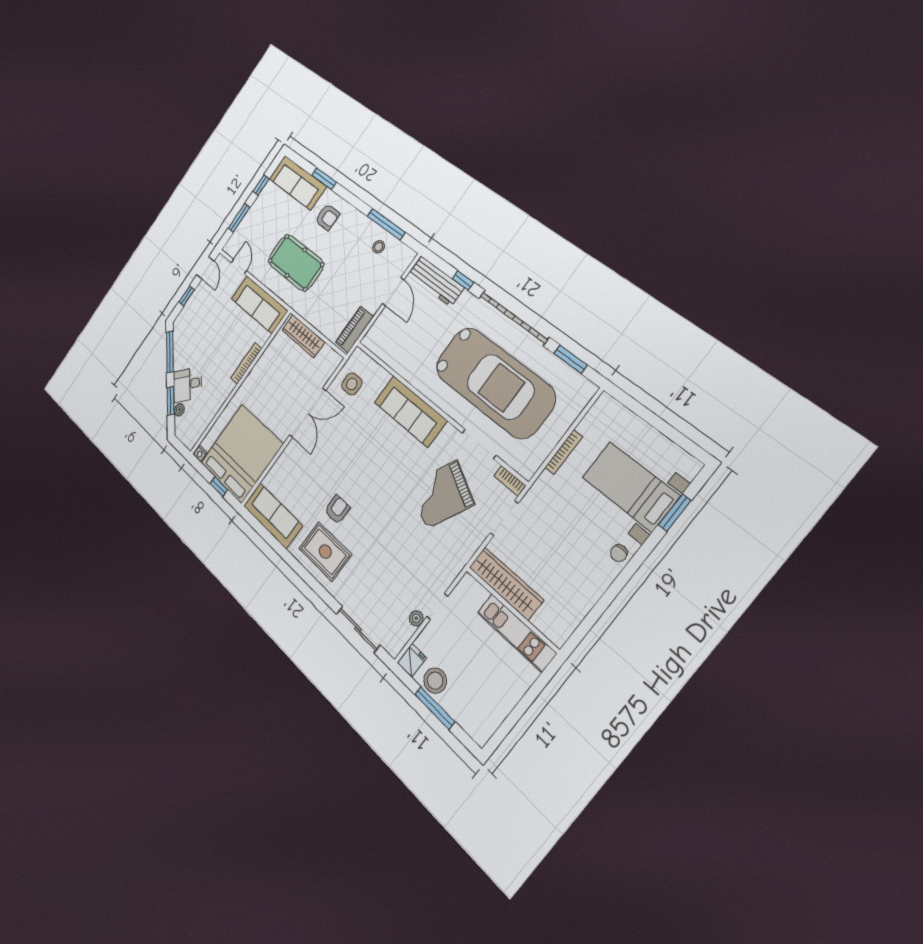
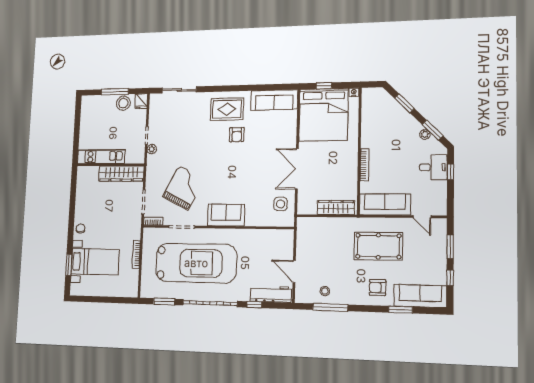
door: (205, 268) -> (450, 199), removed
piano: (354, 330) -> (303, 234), removed
window: (170, 352) -> (433, 130), width x0.69
car: (495, 382) -> (196, 263), turned 180
desk: (187, 385) -> (433, 167), moved, turned 45
plant: (179, 410) -> (425, 134), moved
sofa: (410, 411) -> (226, 215), width x0.73
plant: (416, 618) -> (152, 149), moved

